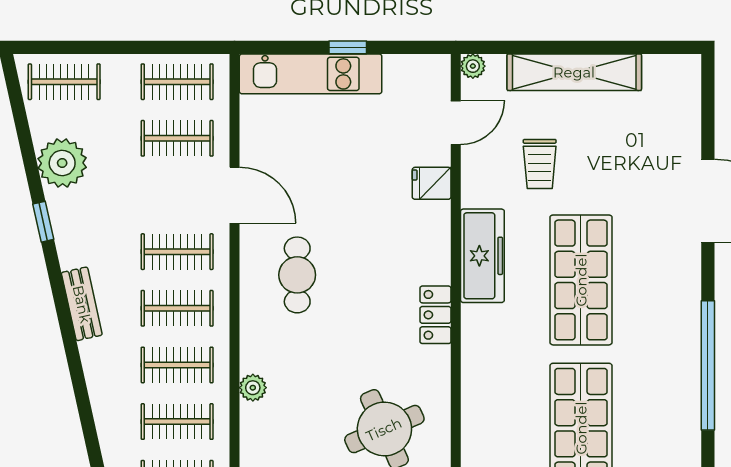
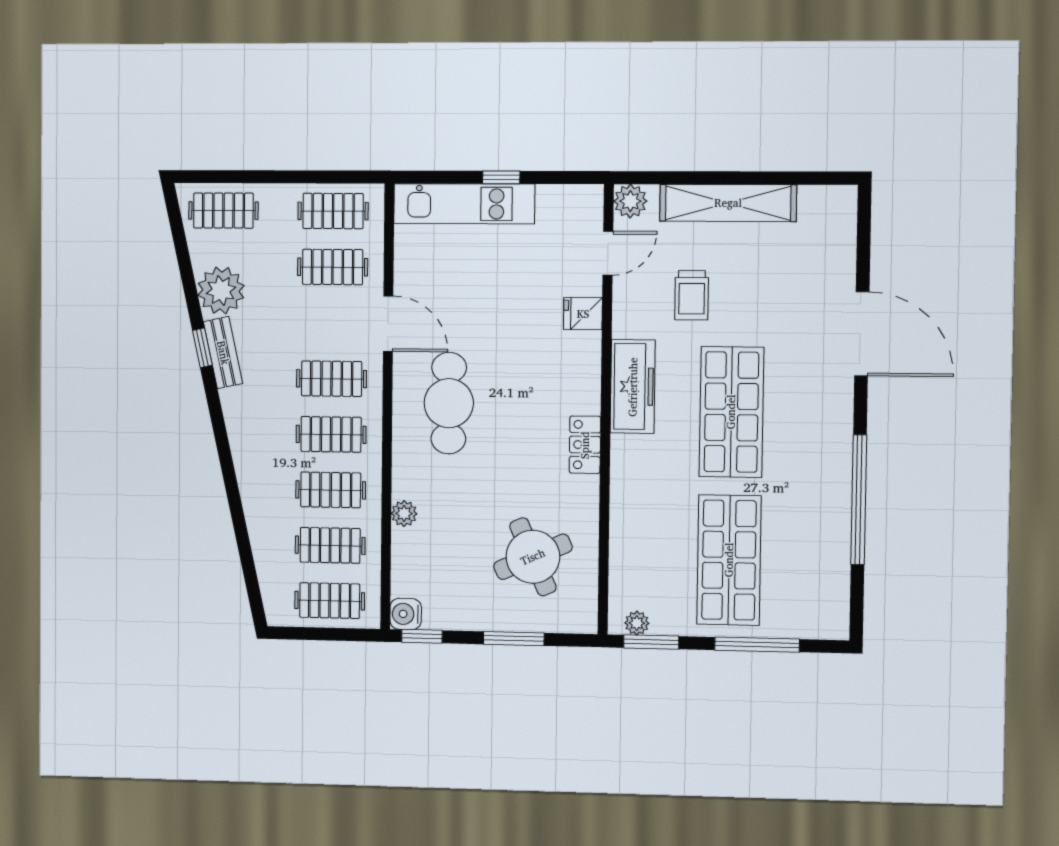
plant: (473, 66) -> (630, 201), width x1.38, depth x1.38
cafe table: (297, 275) -> (449, 403), width x1.37, depth x1.35
bench: (82, 304) -> (223, 353), moved

